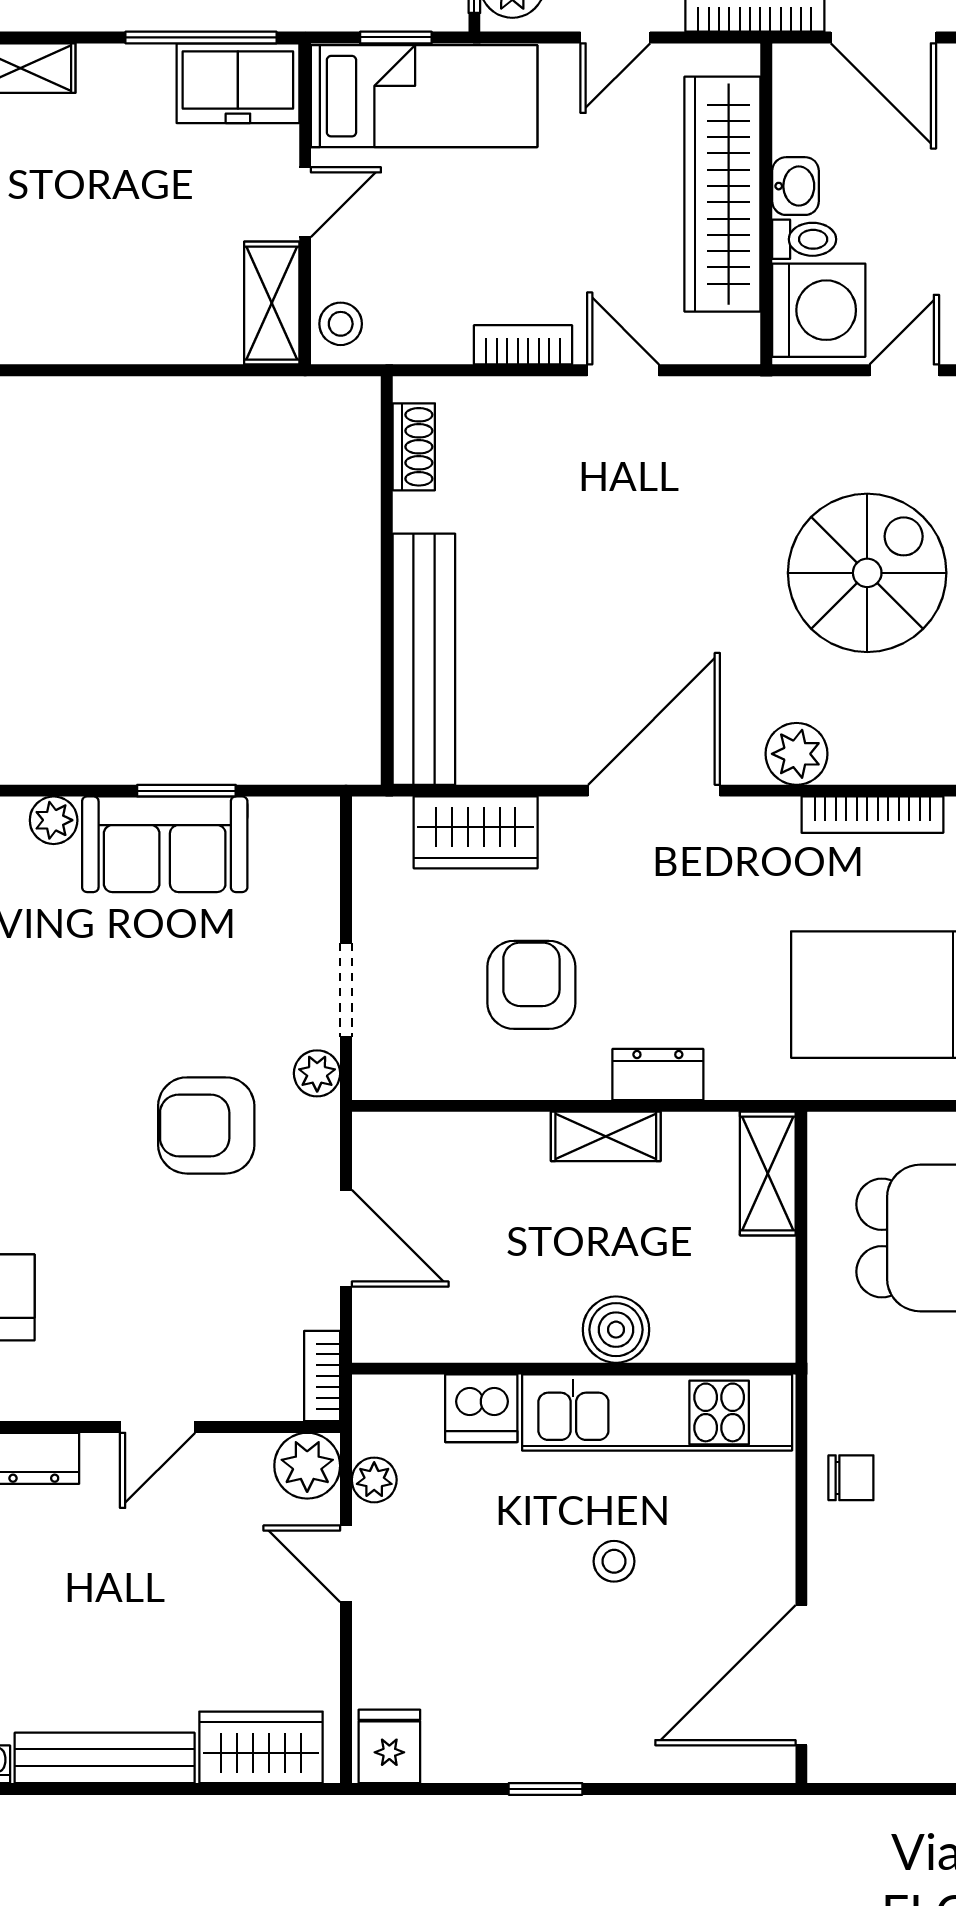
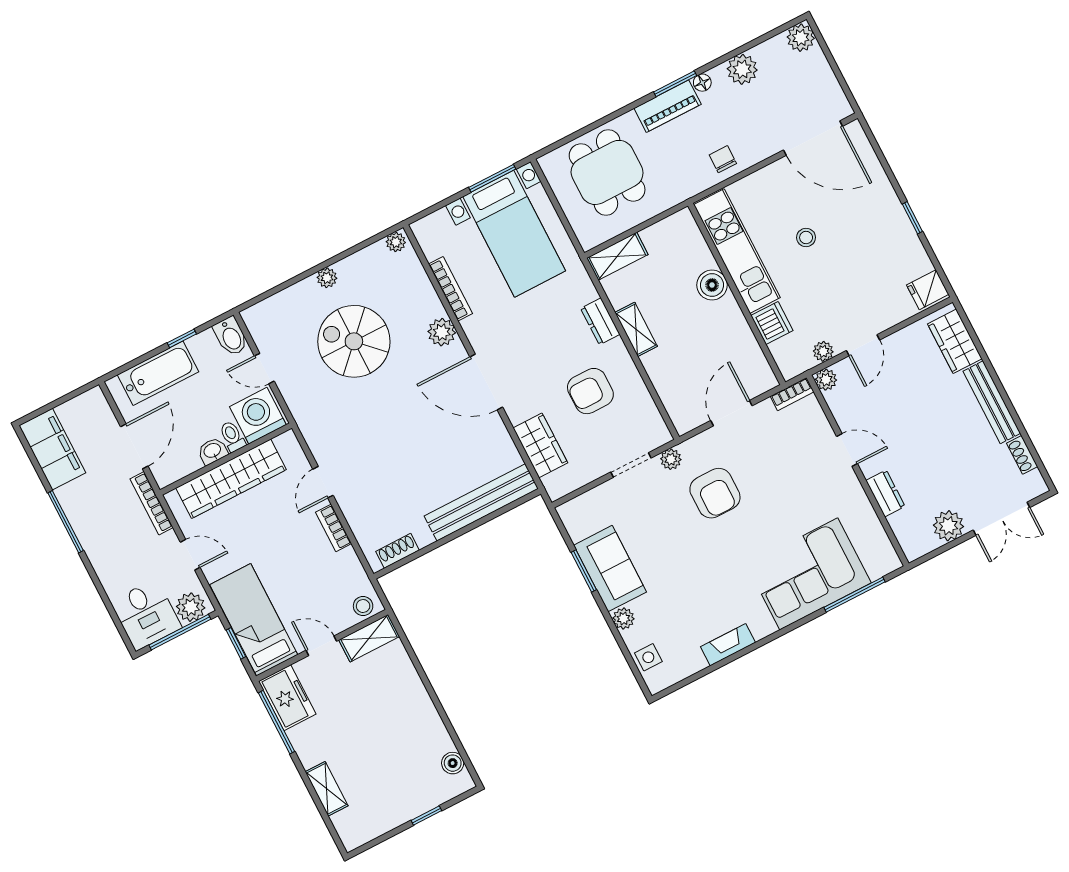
plant: (307, 1466) -> (826, 380), width x0.73, depth x0.73

